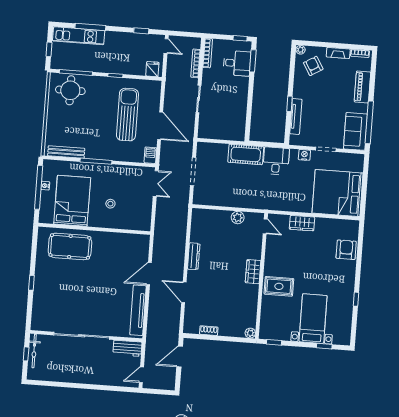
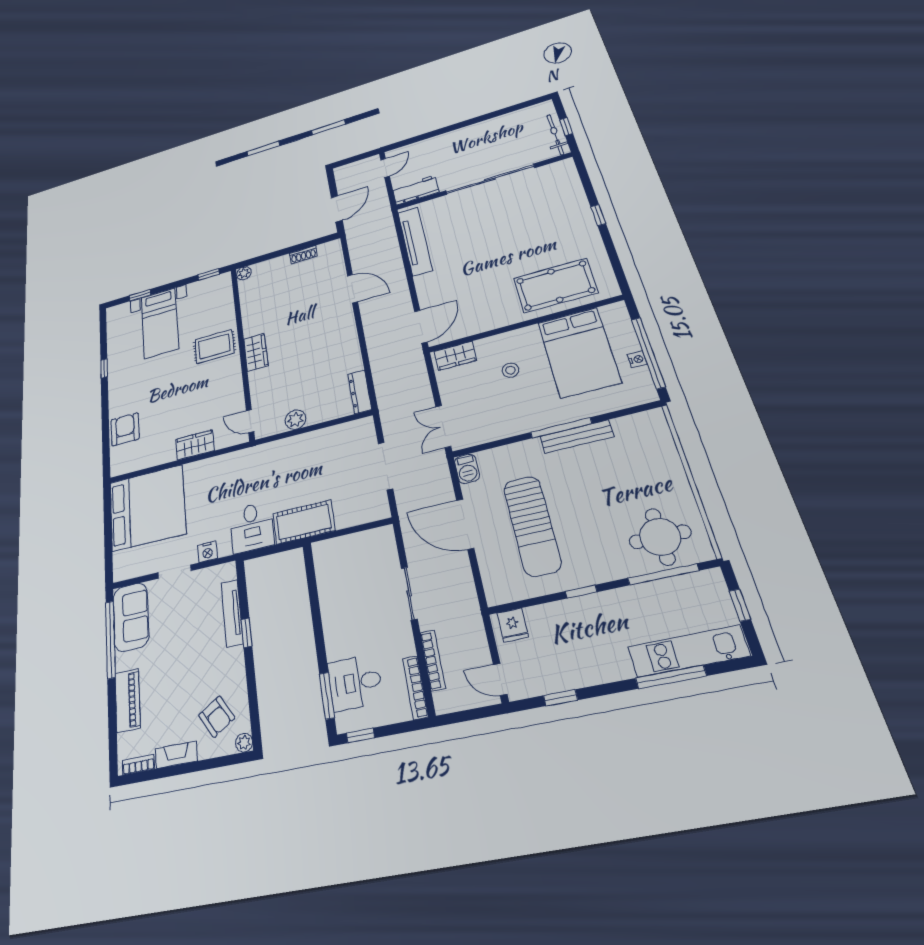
bench: (66, 152) -> (576, 437), moved
wardrobe: (137, 224) -> (455, 356), added
armchair: (346, 250) -> (125, 429), turned 180
dresser: (194, 256) -> (360, 392), moved
door: (149, 274) -> (421, 327), moved

